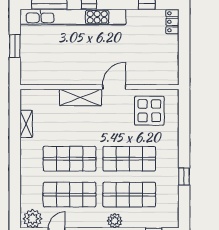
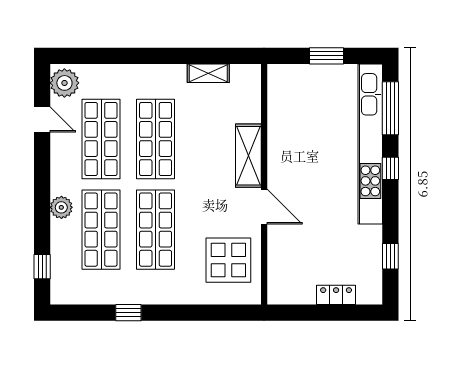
locker: (172, 22) -> (336, 295), moved

